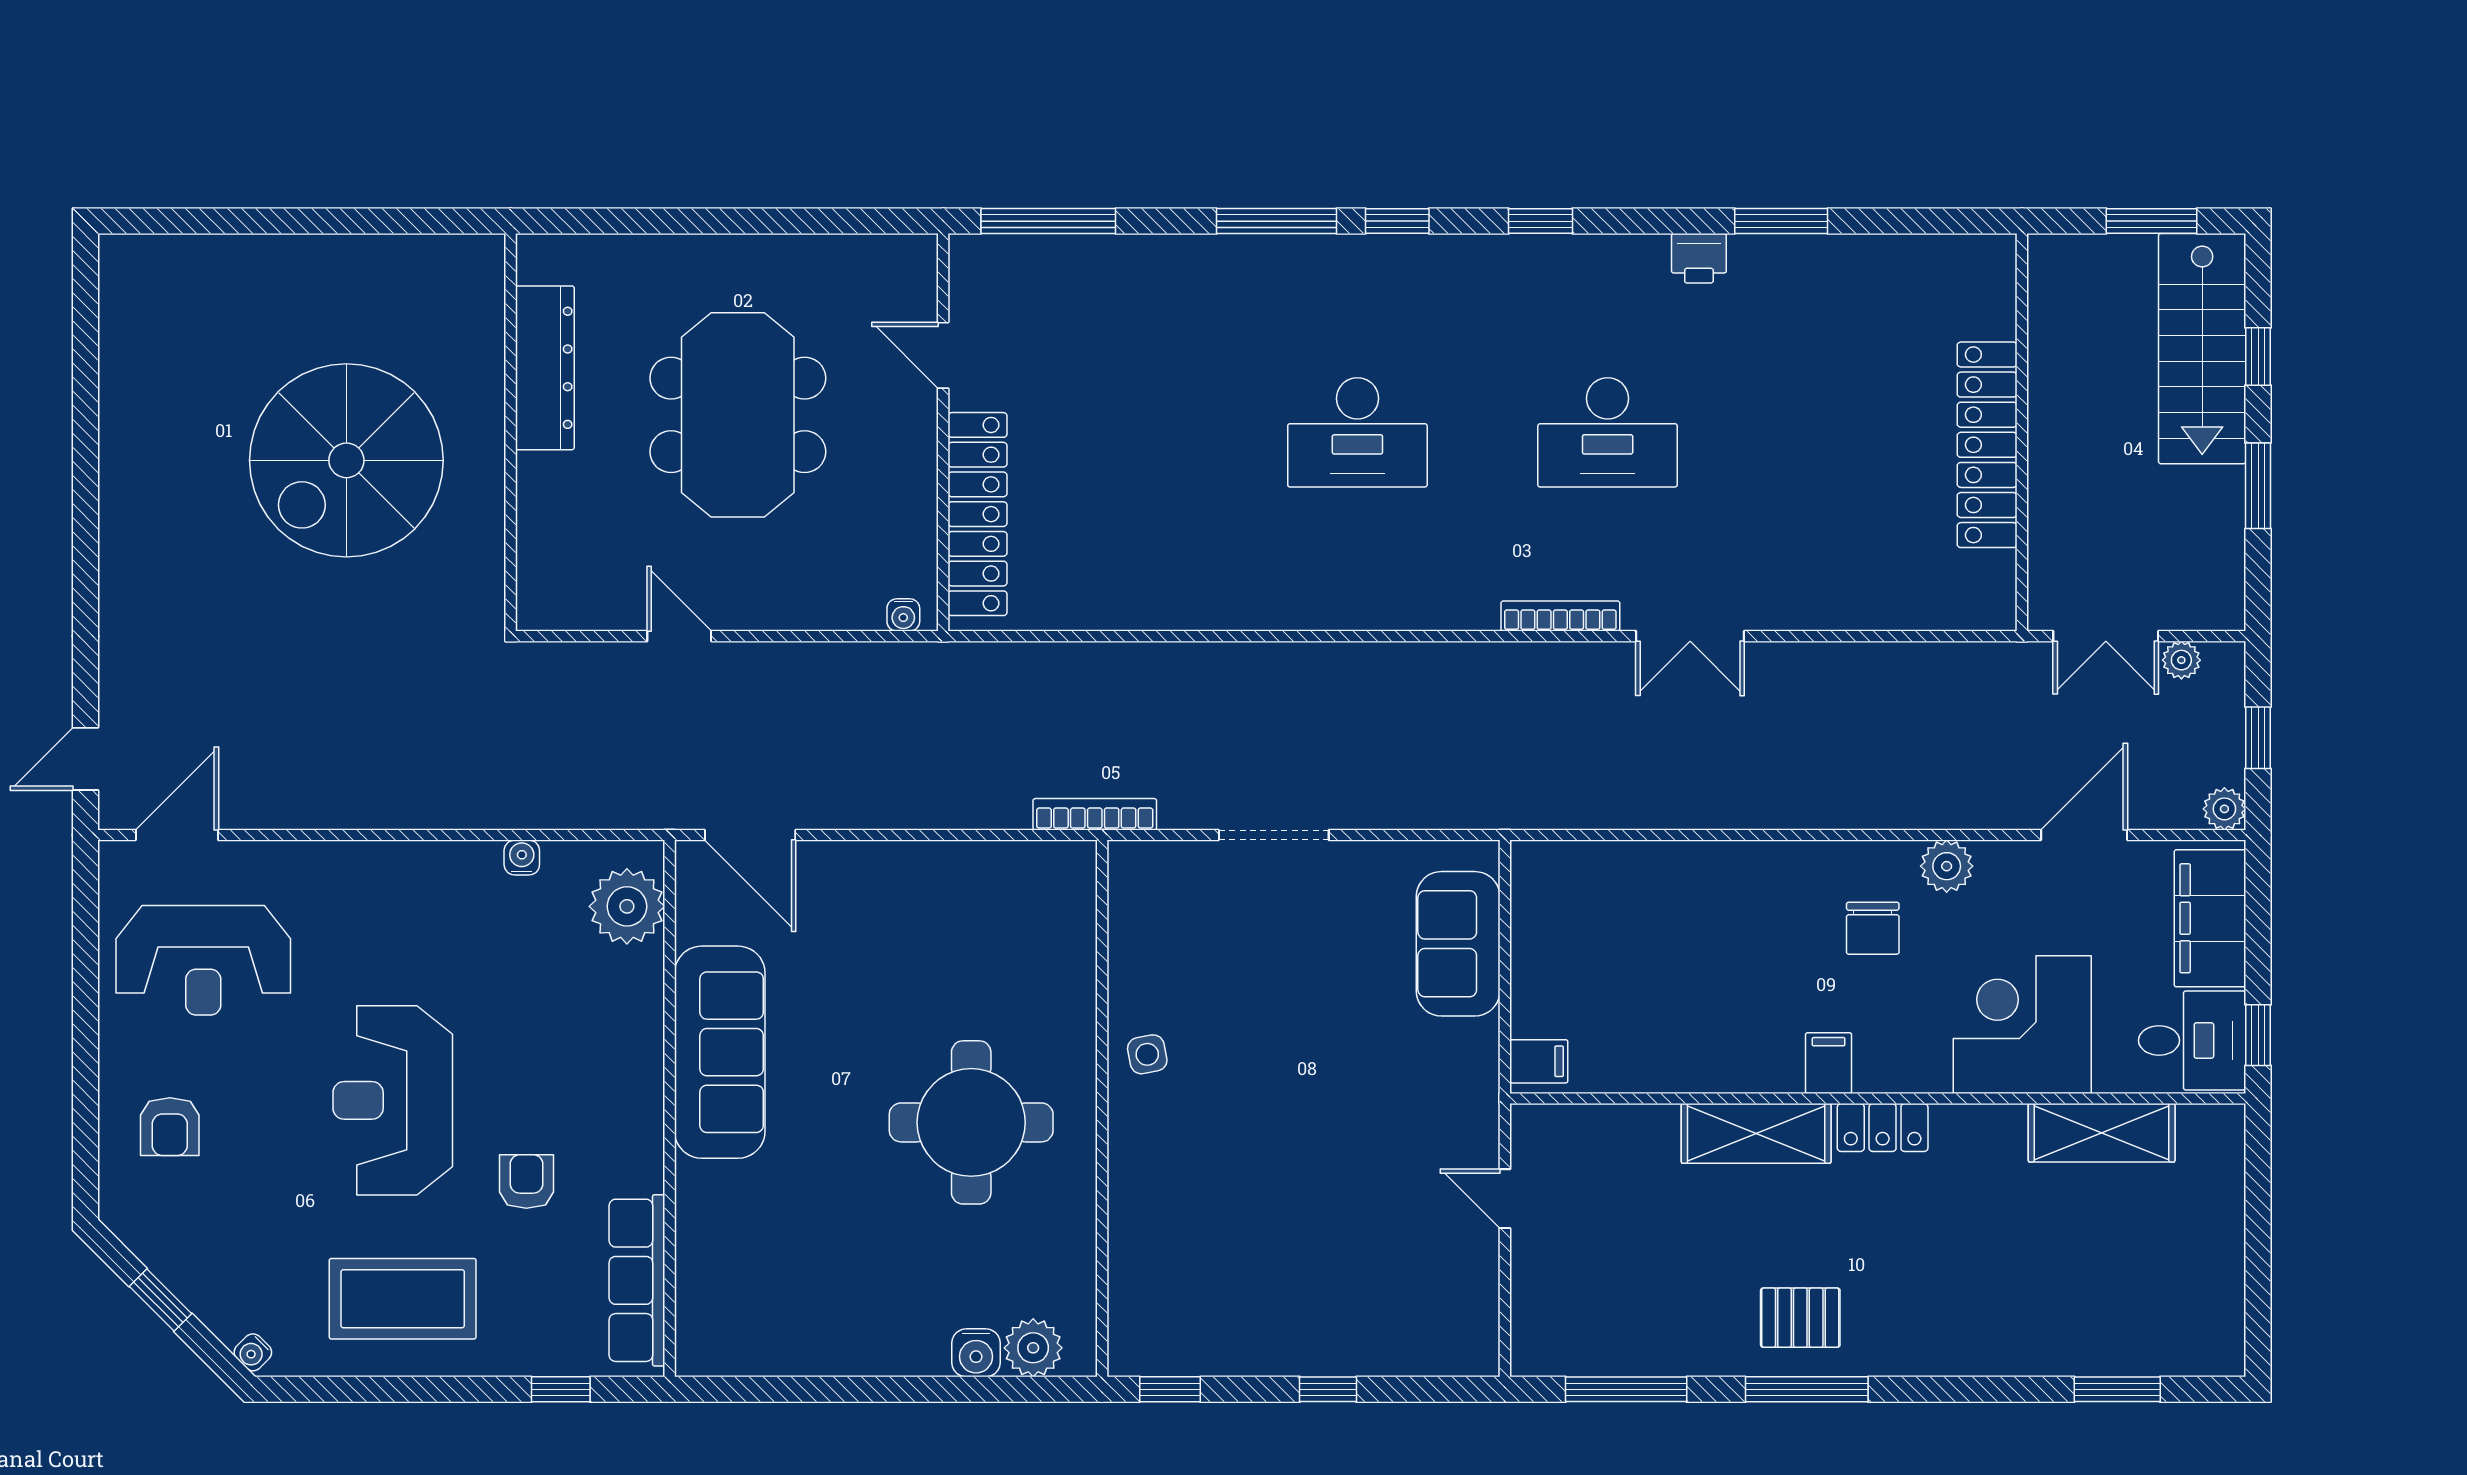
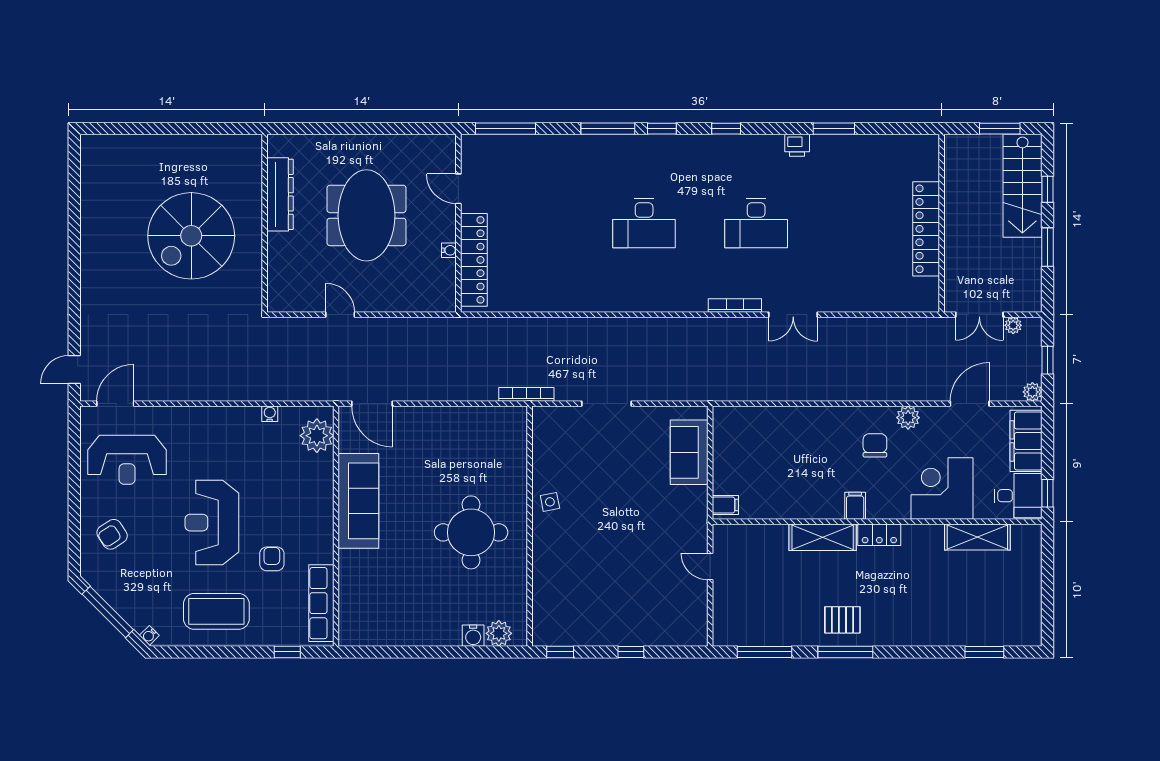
water cooler: (903, 615) -> (449, 250), moved, turned -90
chair: (1873, 928) -> (875, 445), turned 180
armchair: (170, 1127) -> (112, 534), turned 57
window: (160, 1300) -> (108, 612), width x2.17

